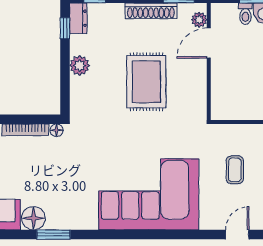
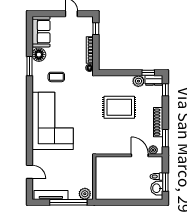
plant: (80, 65) -> (138, 81), moved
rug: (146, 82) -> (119, 107), moved
coffee table: (235, 170) -> (56, 77), moved

